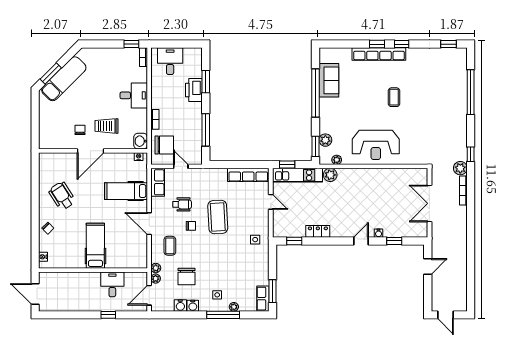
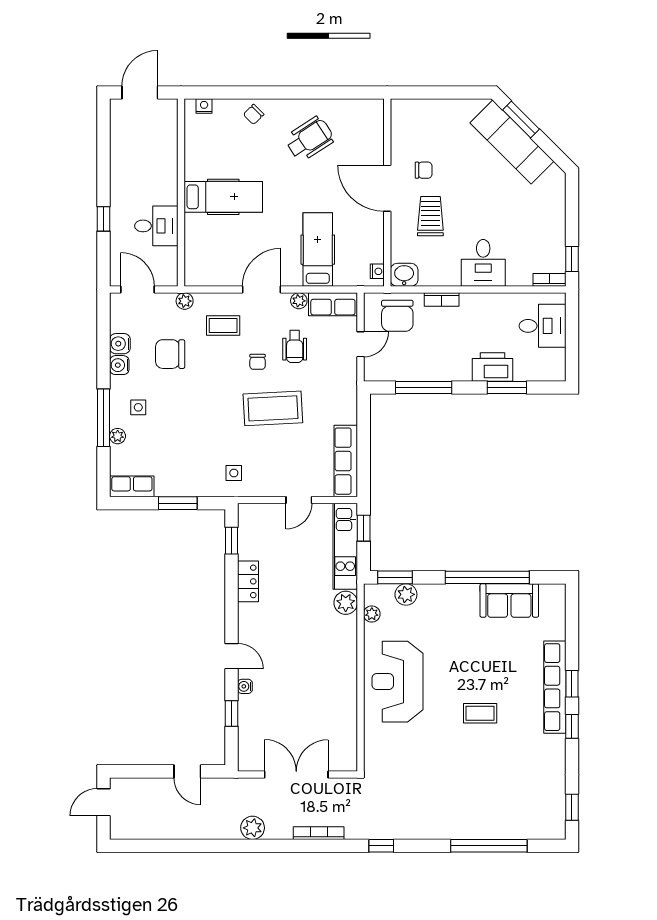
plant: (460, 168) -> (253, 828), moved
plant: (156, 279) -> (299, 301), moved
window: (273, 291) -> (178, 503), moved

